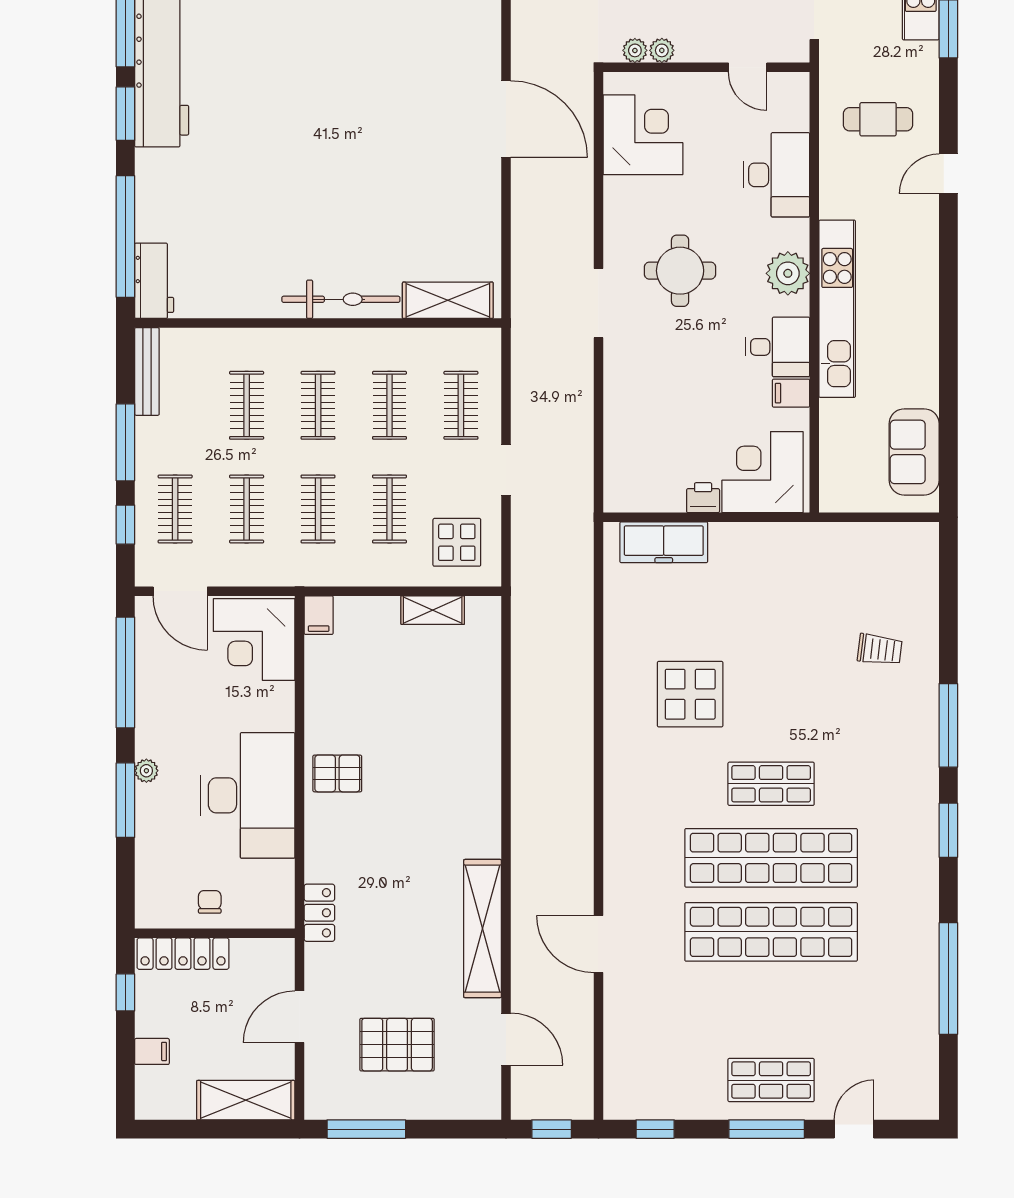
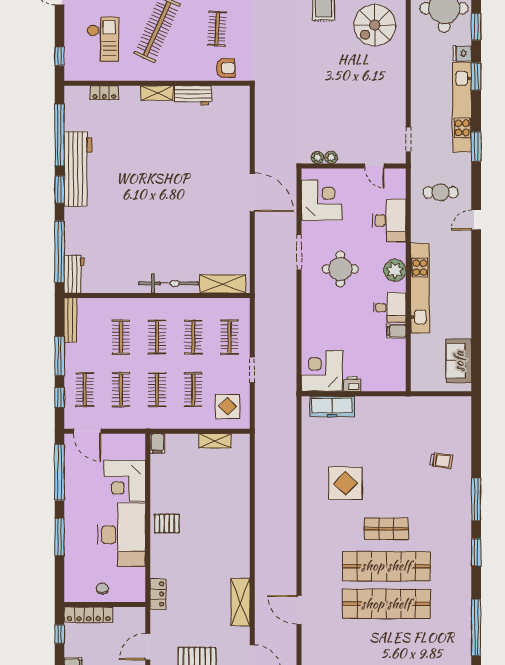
doorway: (598, 303) -> (299, 252), moved
corner desk: (762, 472) -> (322, 371), moved
corner desk: (254, 640) -> (125, 481), moved
plant: (146, 771) -> (70, 522), removed
shelving: (483, 929) -> (240, 602), width x0.68

